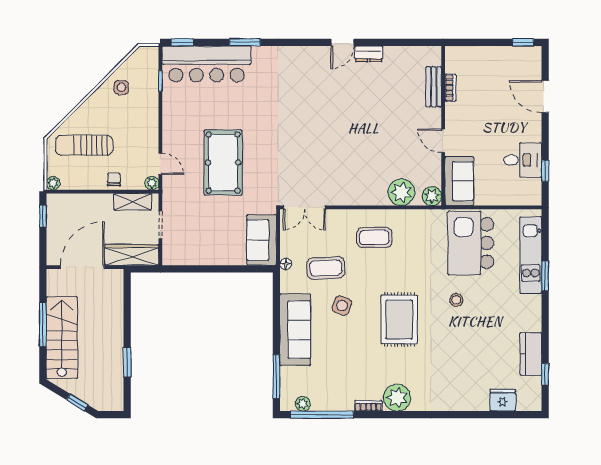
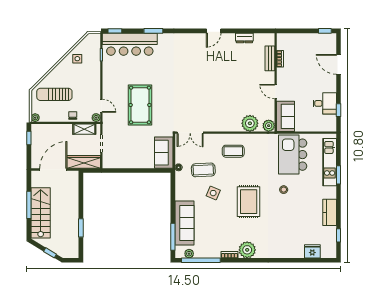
dresser: (369, 54) -> (244, 38), moved
sofa: (295, 330) -> (184, 223), moved
kitchen counter: (531, 354) -> (330, 212), moved

